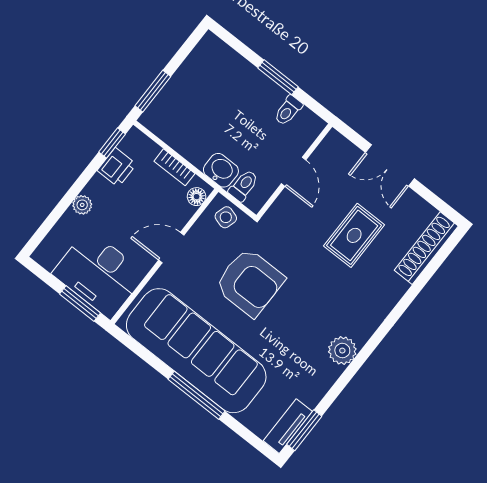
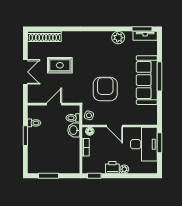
window: (153, 91) -> (49, 176), moved
printer: (117, 167) -> (112, 167), moved
sofa: (196, 351) -> (147, 80), width x0.74, depth x0.79
plant: (342, 351) -> (118, 38), moved

